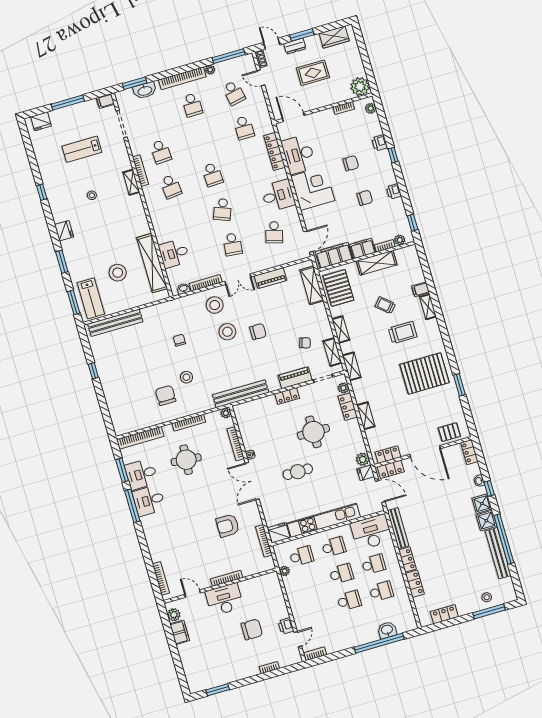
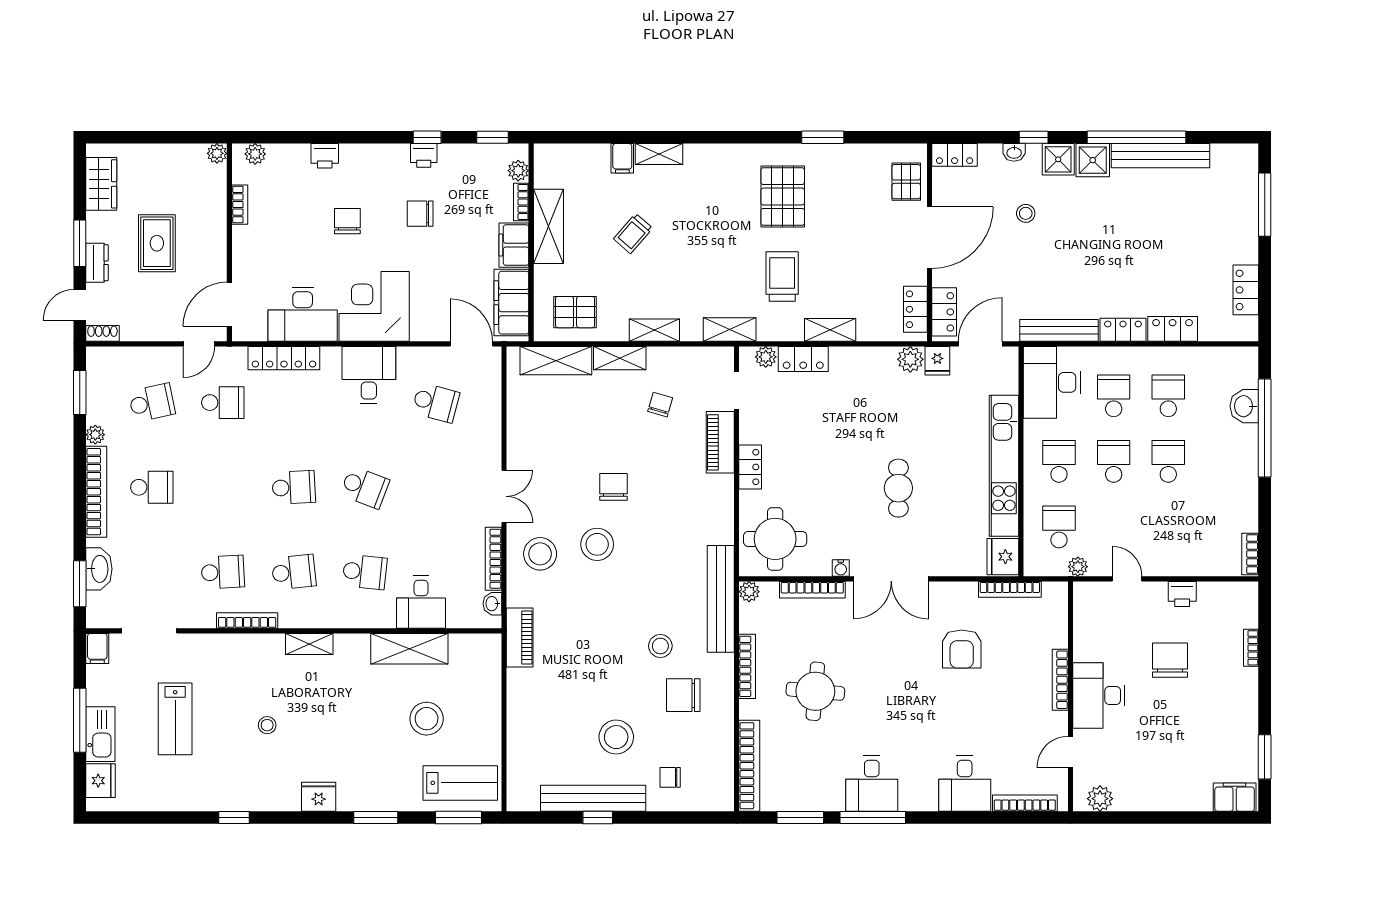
window: (229, 56) -> (80, 392), width x0.69
door: (261, 78) -> (199, 344), moved
plant: (360, 87) -> (217, 153), width x0.53, depth x0.53
kitchen sink: (64, 115) -> (100, 734), added
window: (393, 155) -> (427, 137), moved
shelving: (131, 182) -> (309, 644), moved
chair: (365, 198) -> (420, 214), turned -90
school desk: (233, 244) -> (365, 572), moved
shelving: (152, 263) -> (409, 649), width x0.68
piano: (271, 278) -> (520, 637), moved
pallet: (338, 288) -> (575, 312), width x0.67, depth x0.71
bench: (115, 323) -> (593, 798), moved, turned 90
trolley: (403, 333) -> (782, 277), moved
chair: (179, 340) -> (670, 777), moved
shelving: (332, 352) -> (620, 358), moved
stool: (135, 368) -> (616, 737), added
pallet: (425, 374) -> (783, 197), width x0.73, depth x0.71
bench: (241, 394) -> (721, 599), moved
round table: (313, 432) -> (775, 539), moved
desk: (141, 474) -> (965, 784), moved
stool: (487, 597) -> (1026, 213), moved
filing cabinet: (180, 632) -> (1235, 797), moved
door: (298, 639) -> (1127, 579), moved

